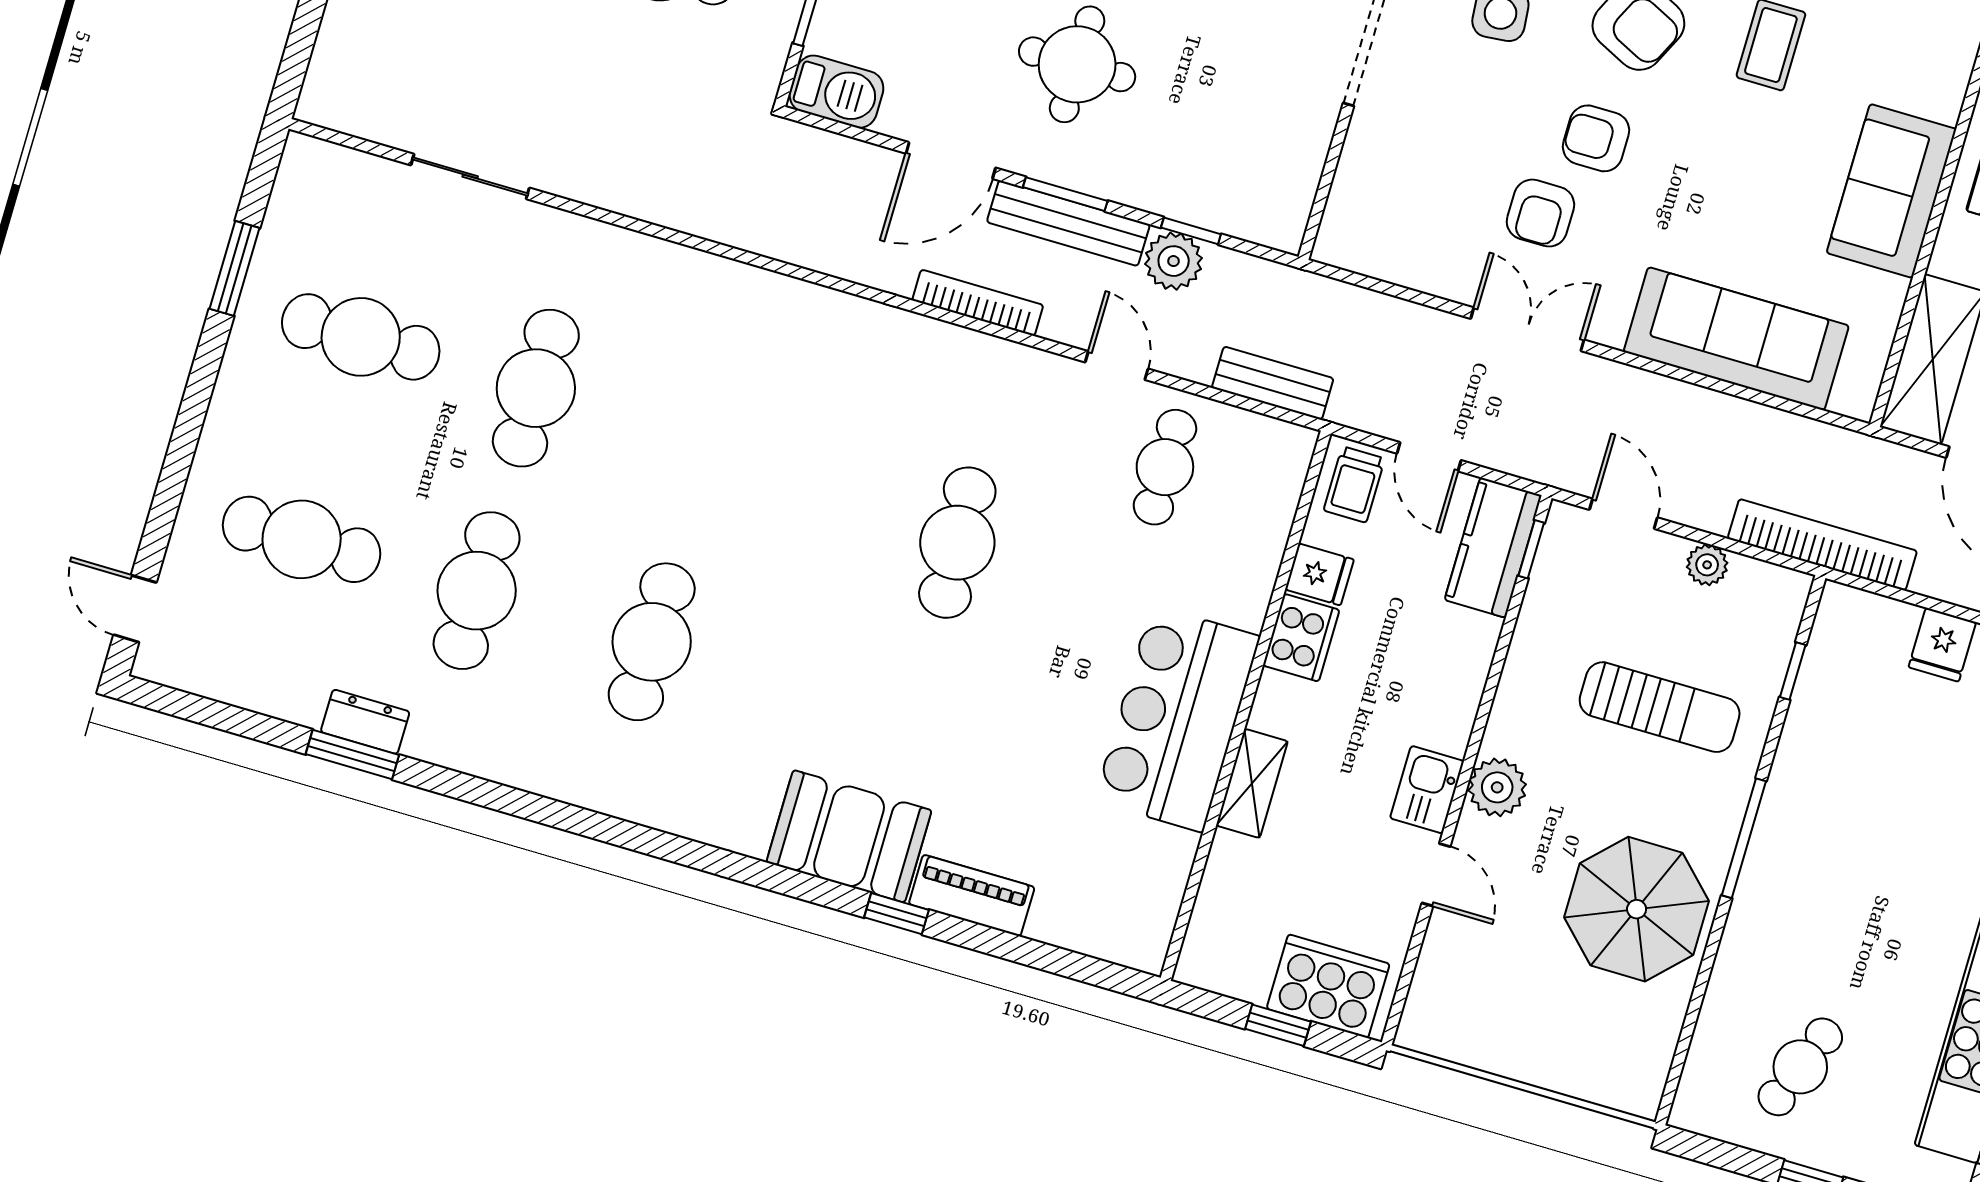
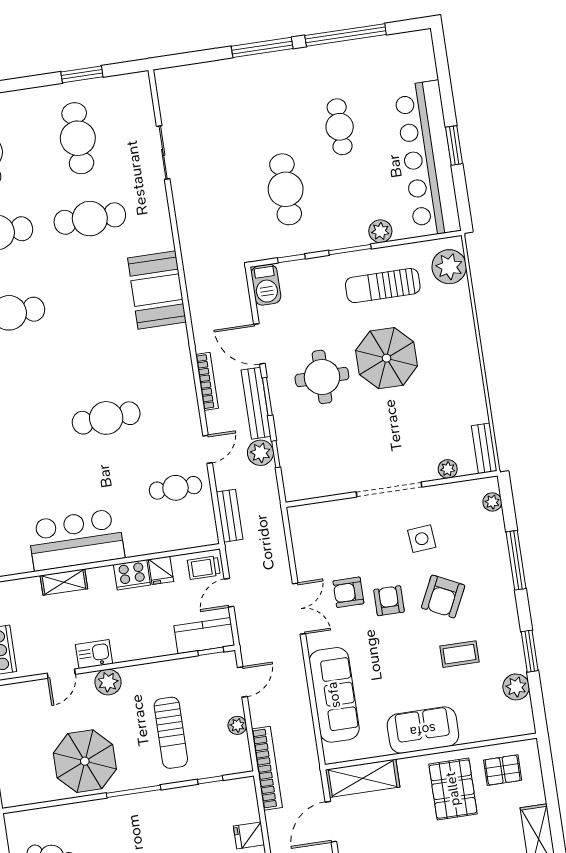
booth: (745, 319) -> (157, 290), added

